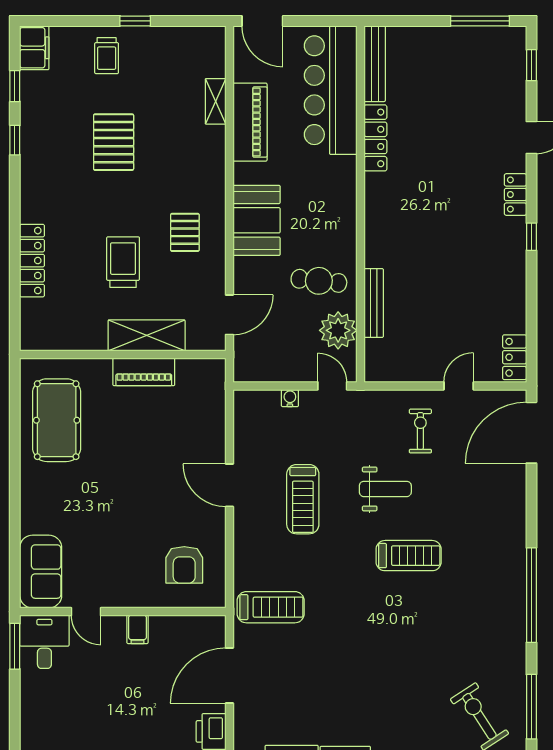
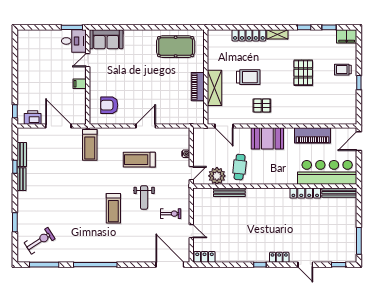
shelving: (216, 101) -> (277, 34), moved
pallet: (114, 142) -> (303, 73), turned 90

